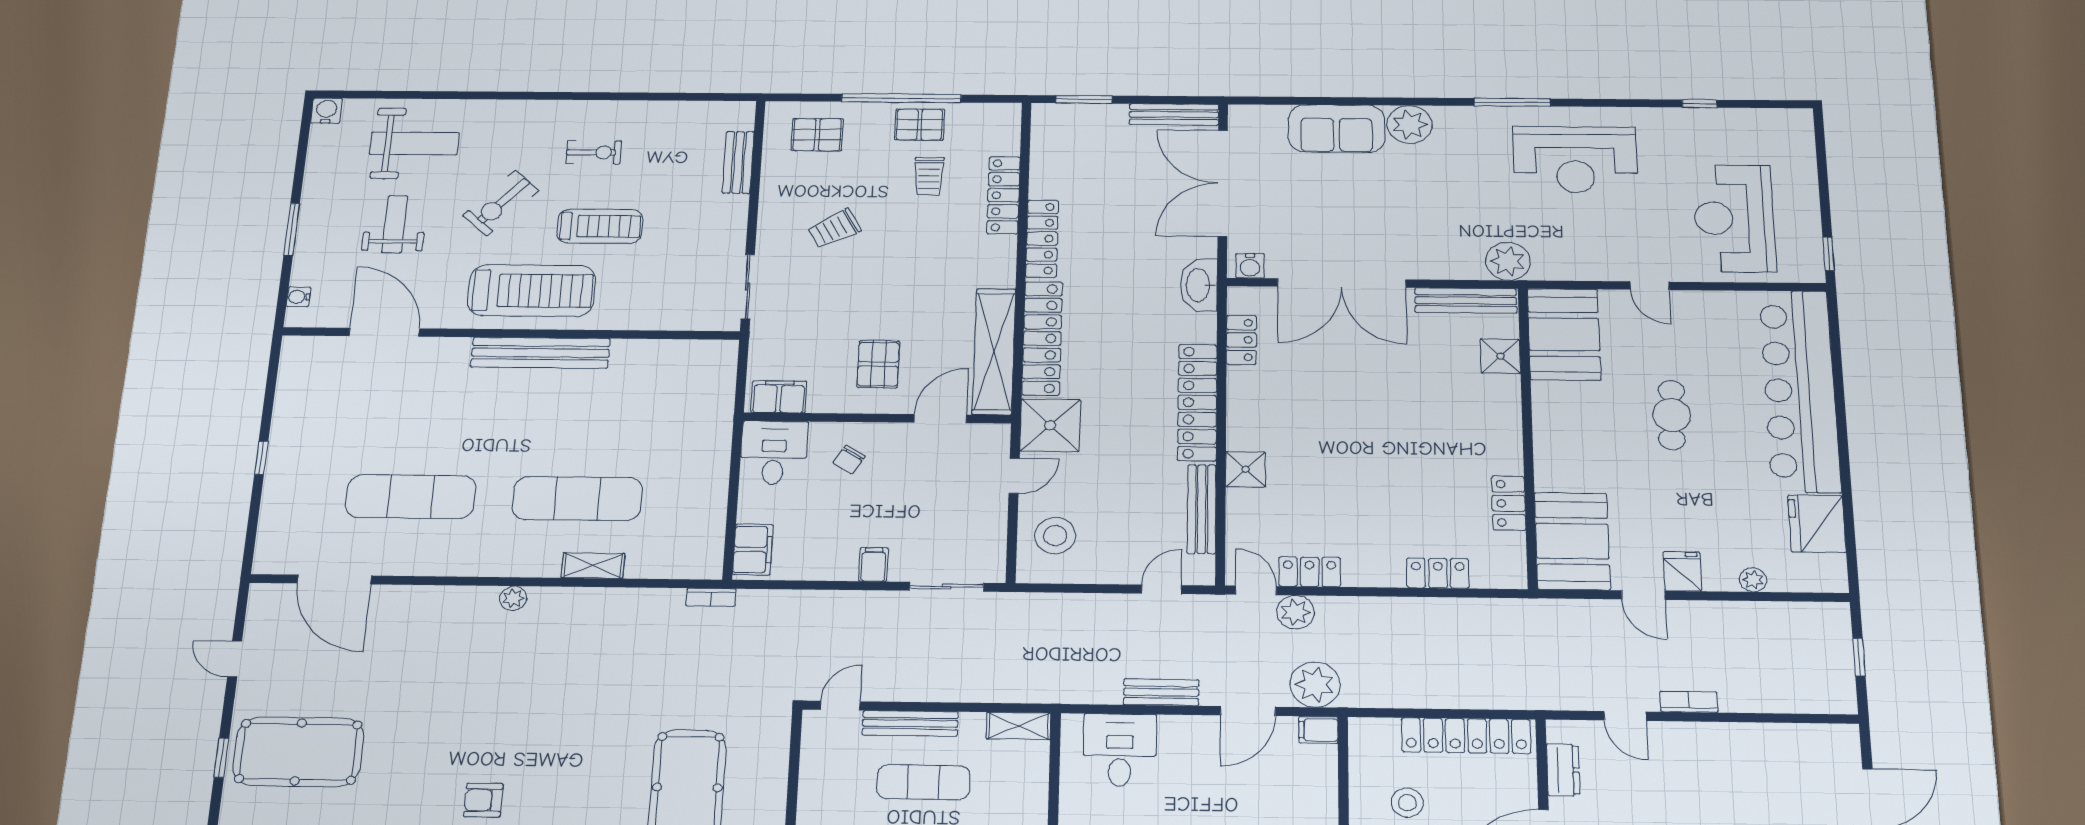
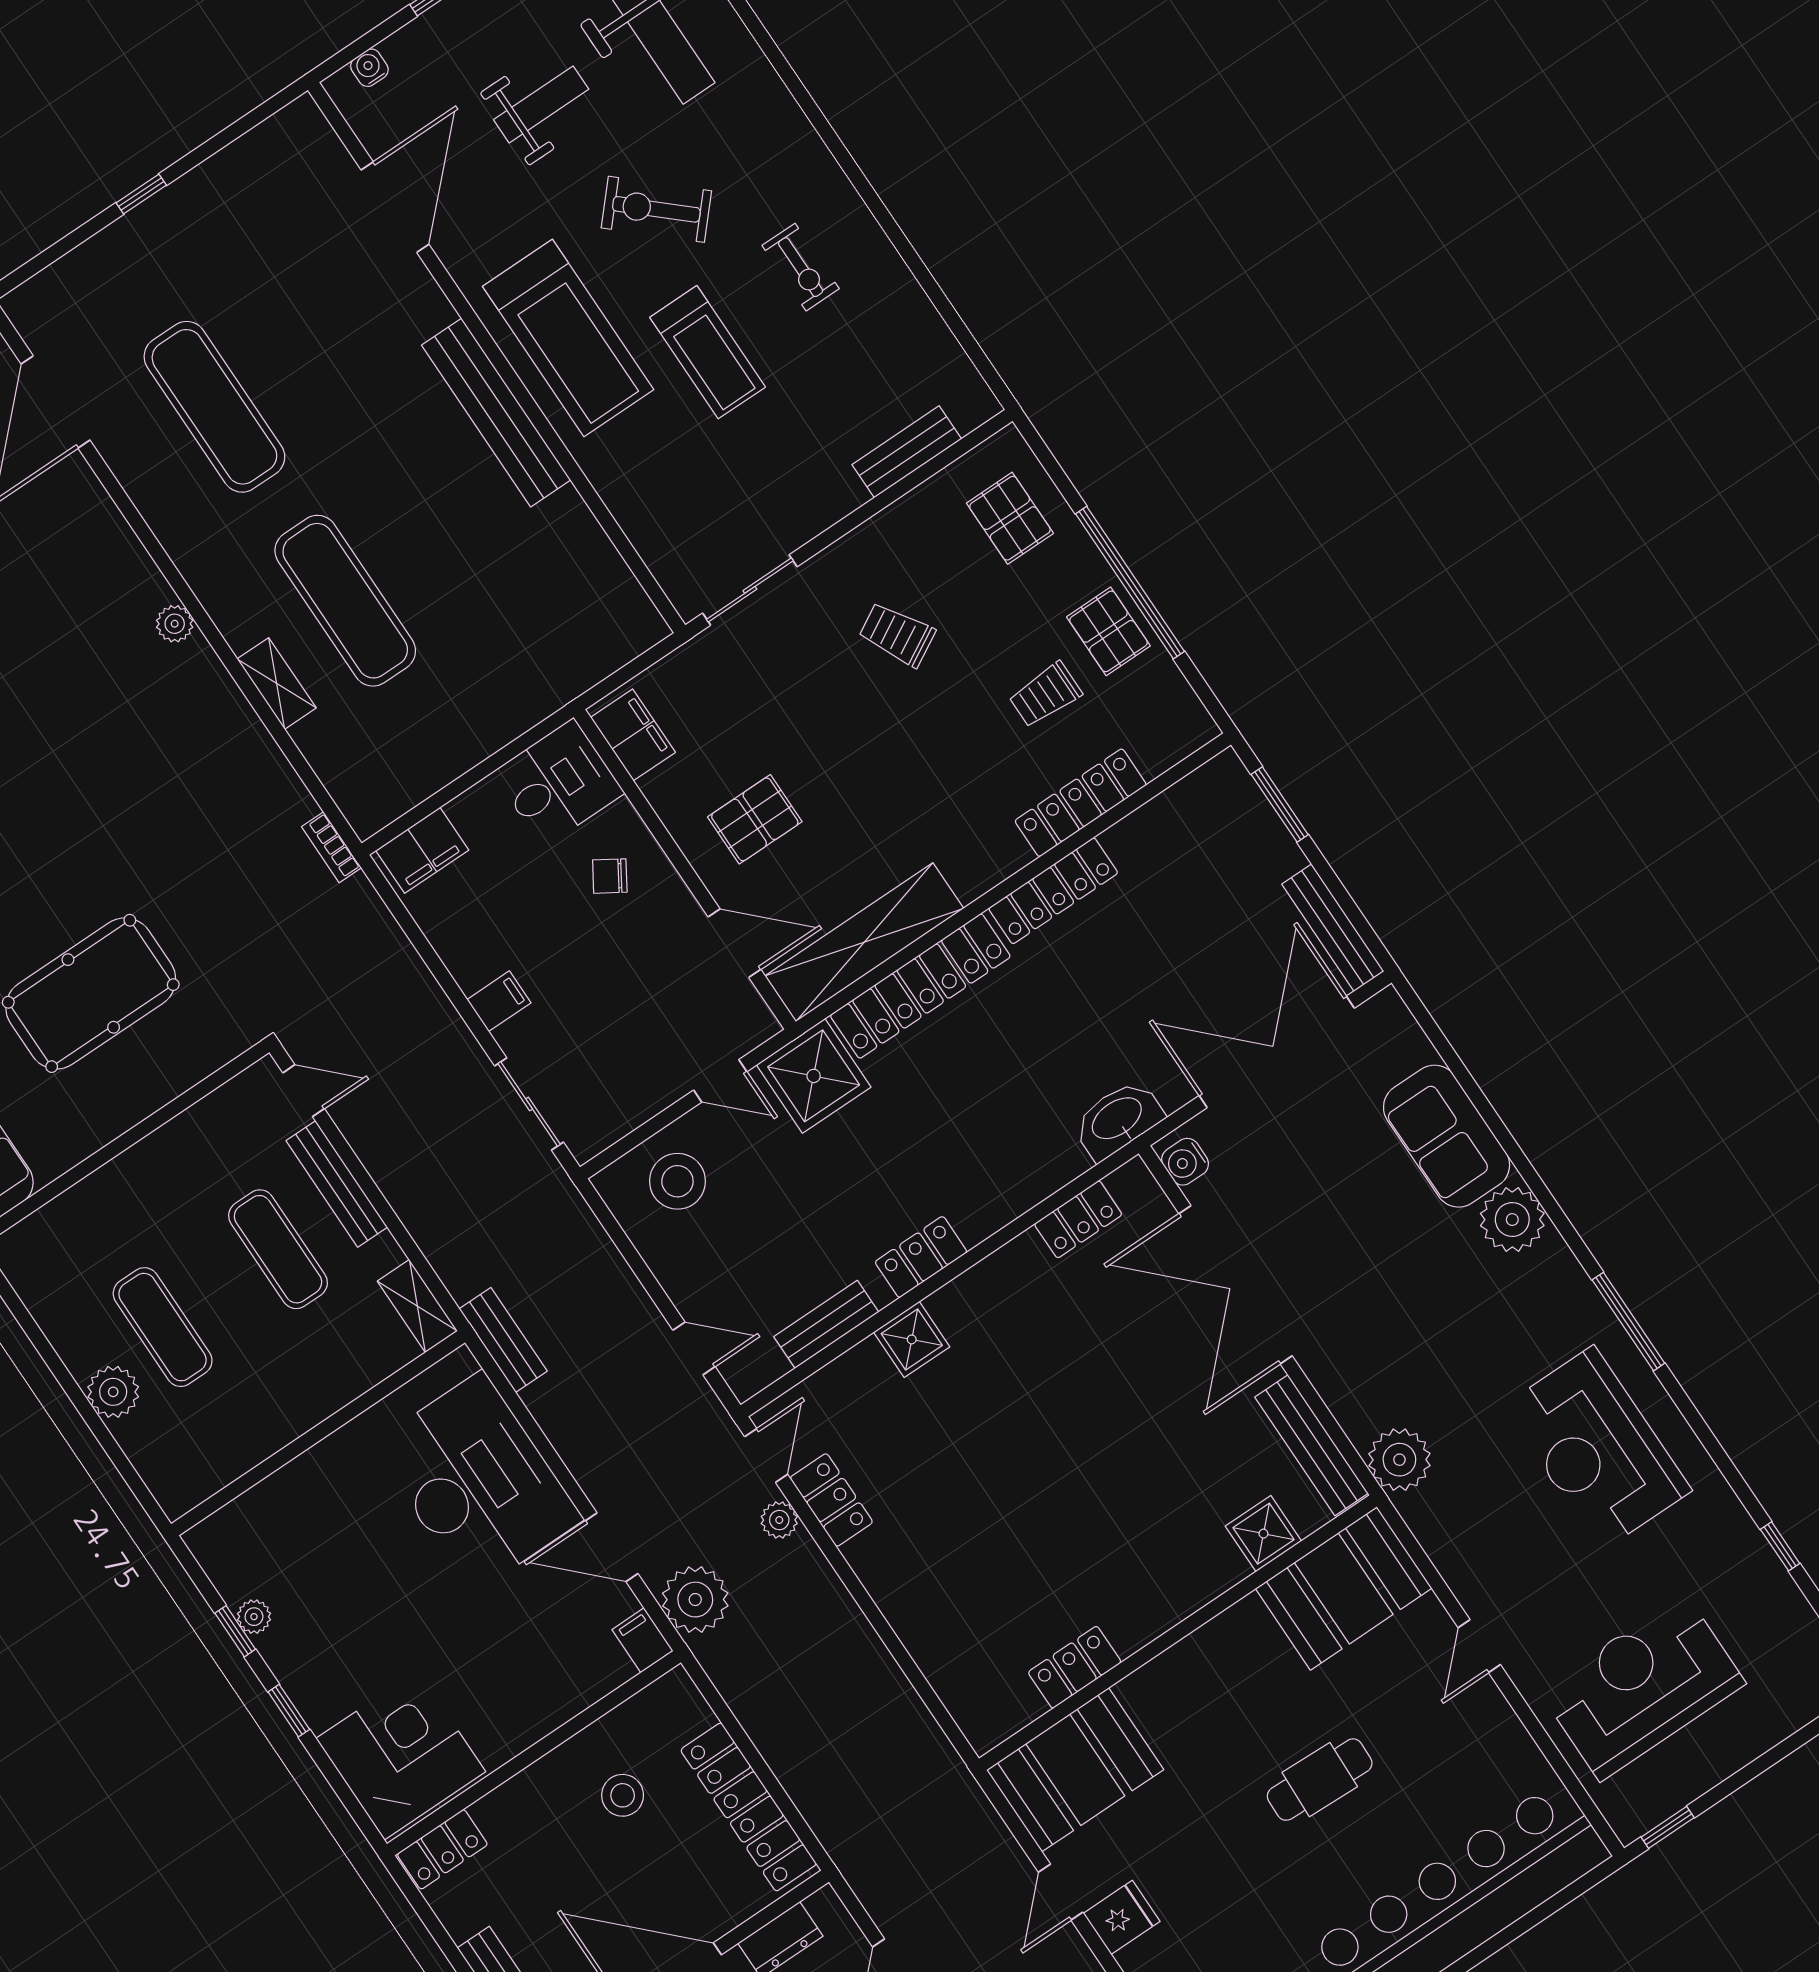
locker: (1197, 402) -> (921, 1257), width x0.46, depth x0.83
bench: (1202, 509) -> (826, 1324), width x0.73
locker: (1438, 573) -> (929, 1645), removed
plant: (1295, 612) -> (779, 1520), width x0.73, depth x0.73
bench: (1161, 692) -> (503, 1340), moved
desk: (1120, 750) -> (477, 1482), width x1.87, depth x1.30

